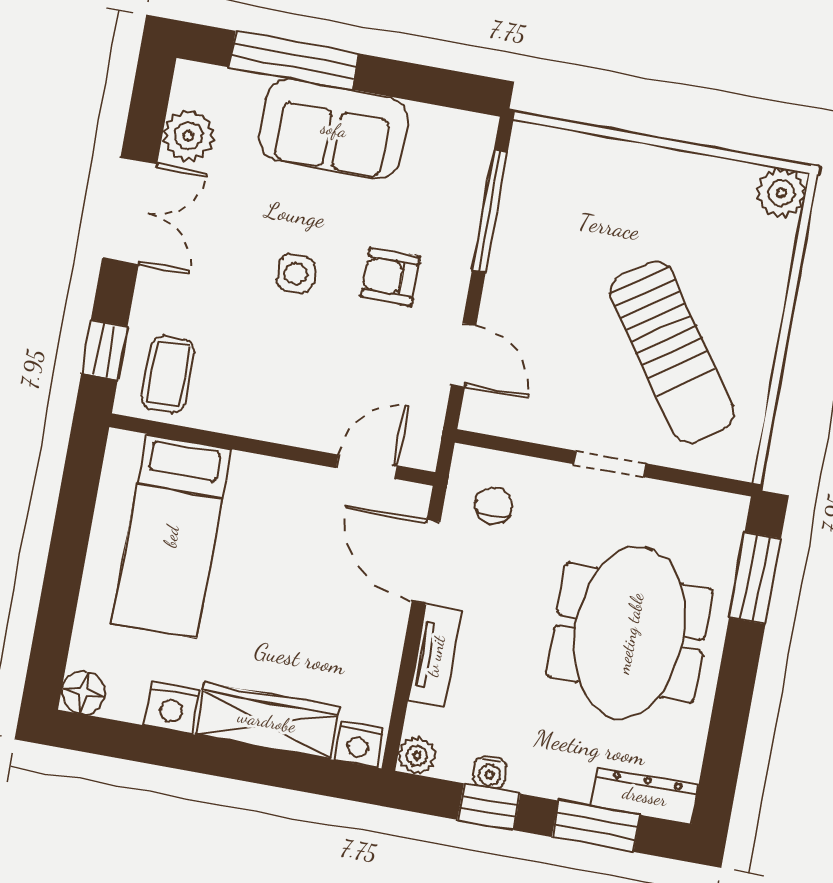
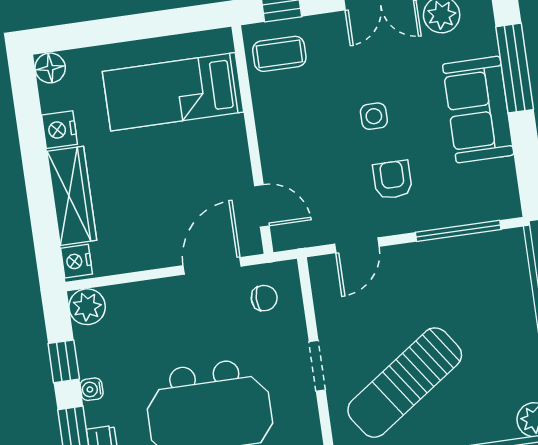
tv unit: (435, 656) -> (152, 292), removed
plant: (417, 756) -> (87, 307), width x1.38, depth x1.38
water cooler: (490, 772) -> (92, 389), moved

